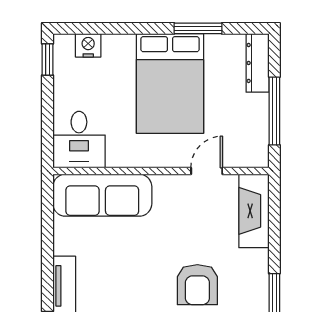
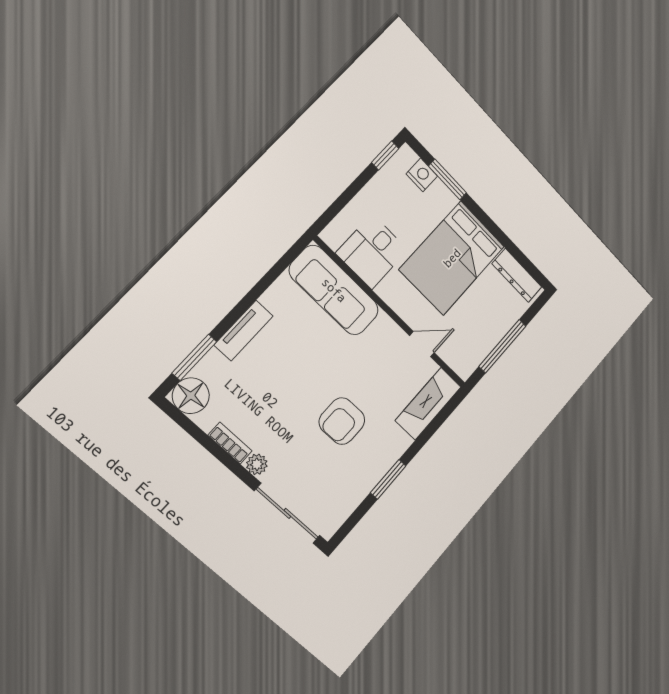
window: (198, 28) -> (447, 179), moved
dresser: (258, 63) -> (517, 275), moved, turned -90
desk: (79, 140) -> (372, 252), moved

